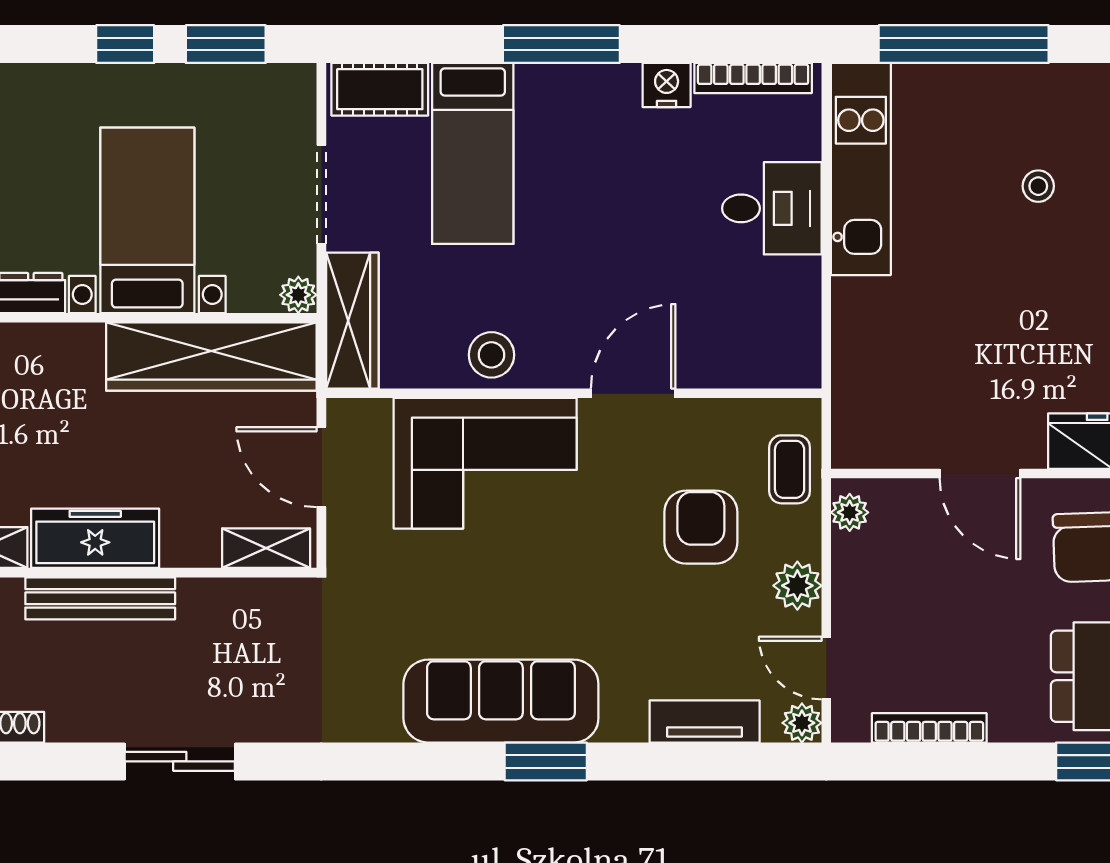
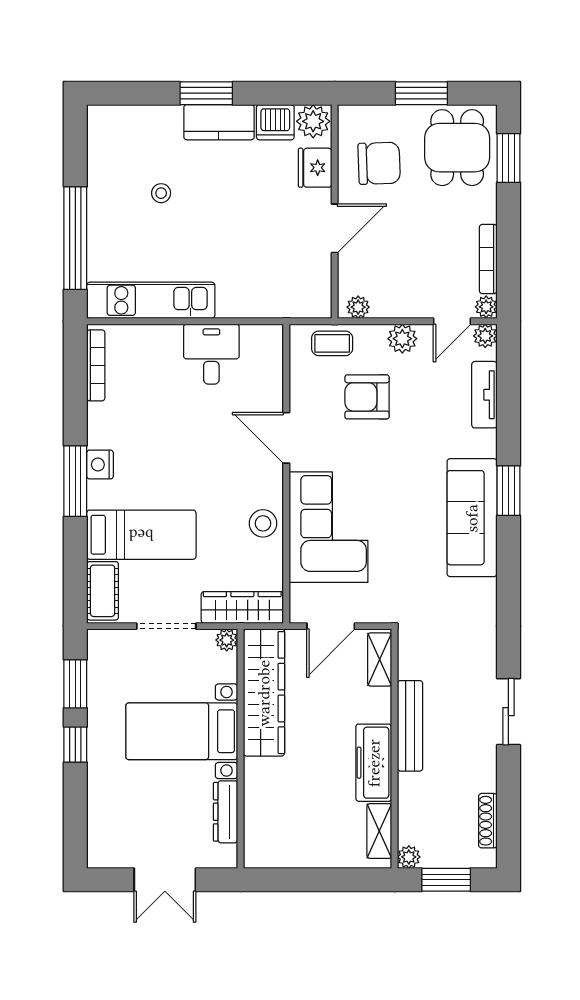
nightstand: (667, 85) -> (100, 465), moved
desk: (772, 208) -> (211, 354), moved
bench: (100, 598) -> (410, 726), moved
plant: (850, 724) -> (486, 307), added

